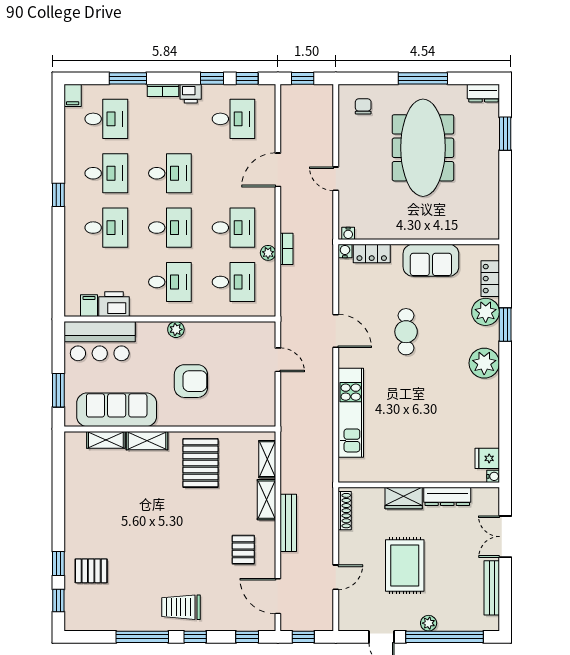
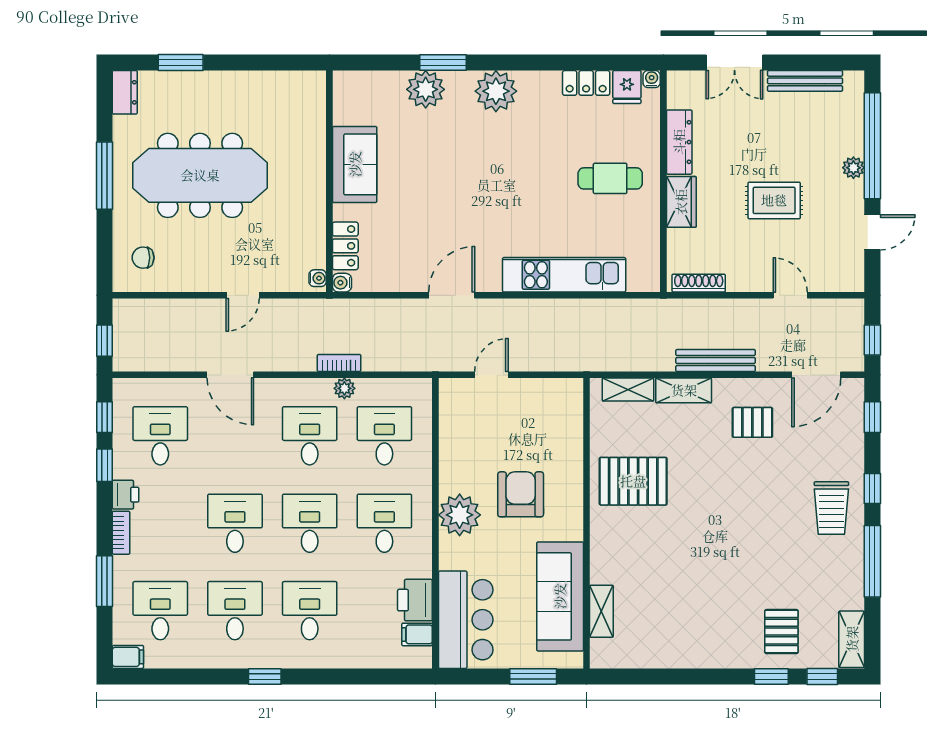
locker: (490, 279) -> (586, 83), moved
plant: (176, 329) -> (460, 515), width x1.87, depth x1.87
cafe table: (406, 332) -> (610, 178), moved
shelving: (147, 441) -> (852, 639), moved
rug: (405, 565) -> (774, 200), width x0.73, depth x0.70

